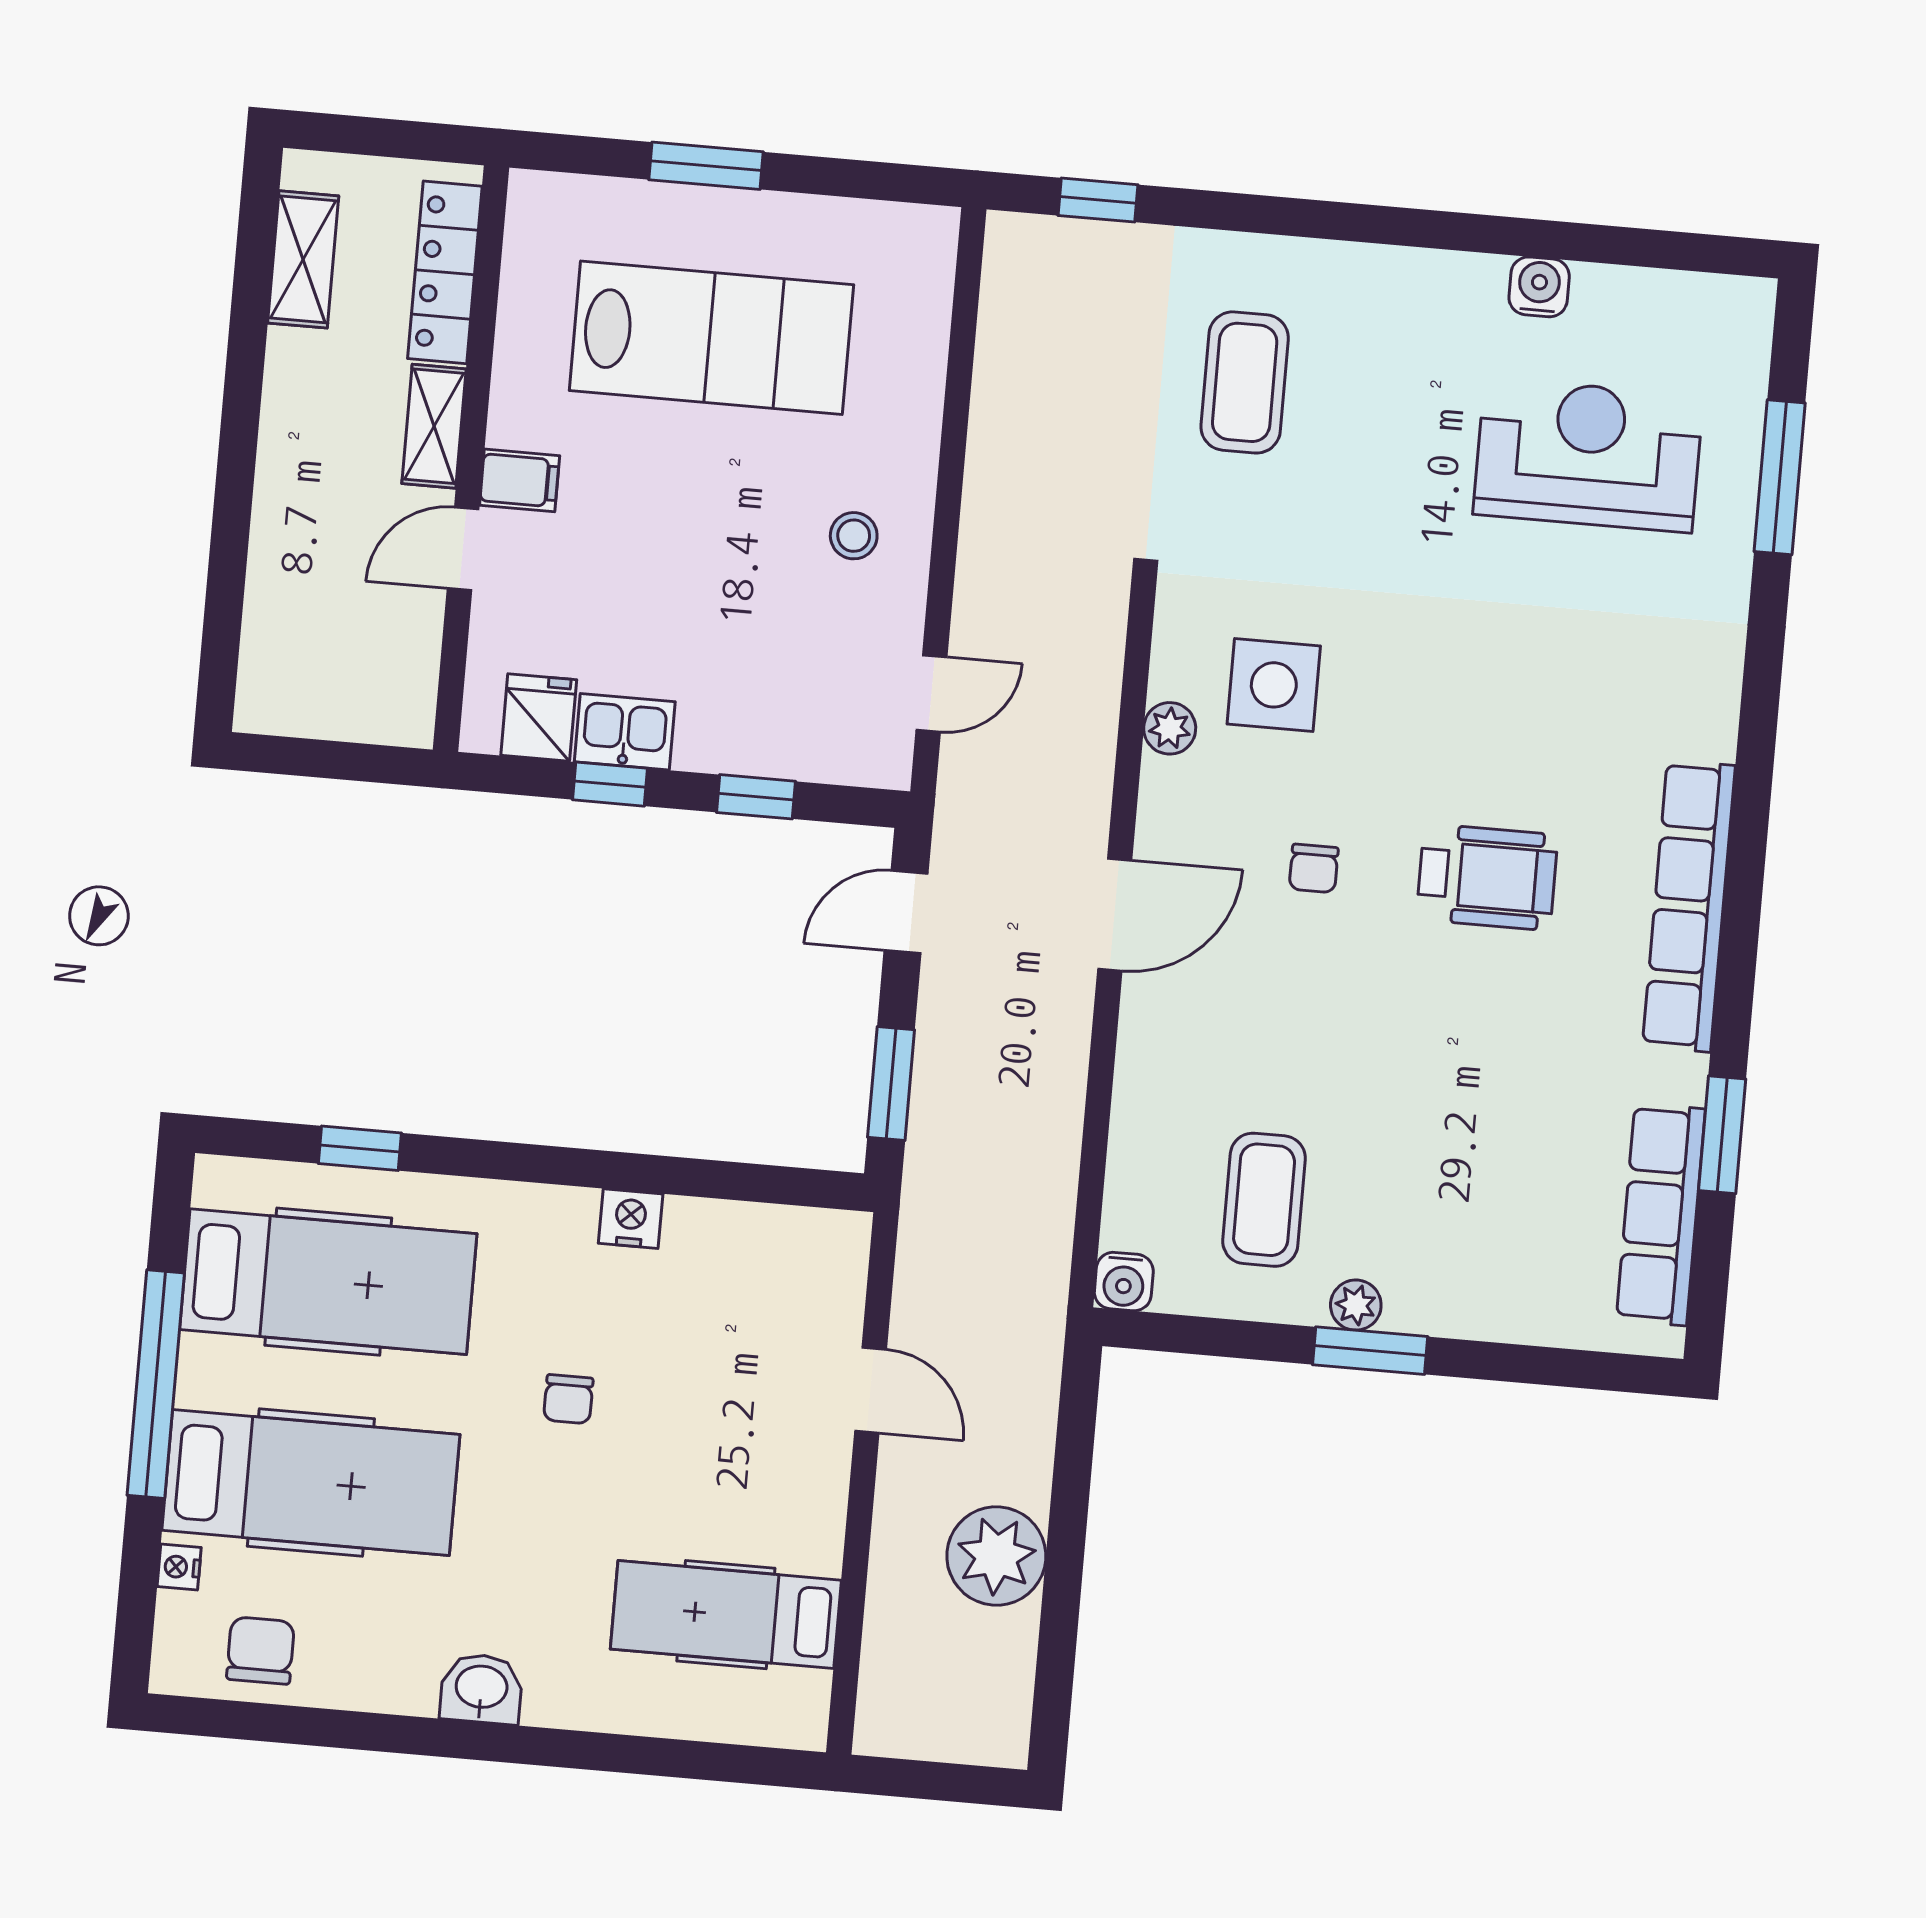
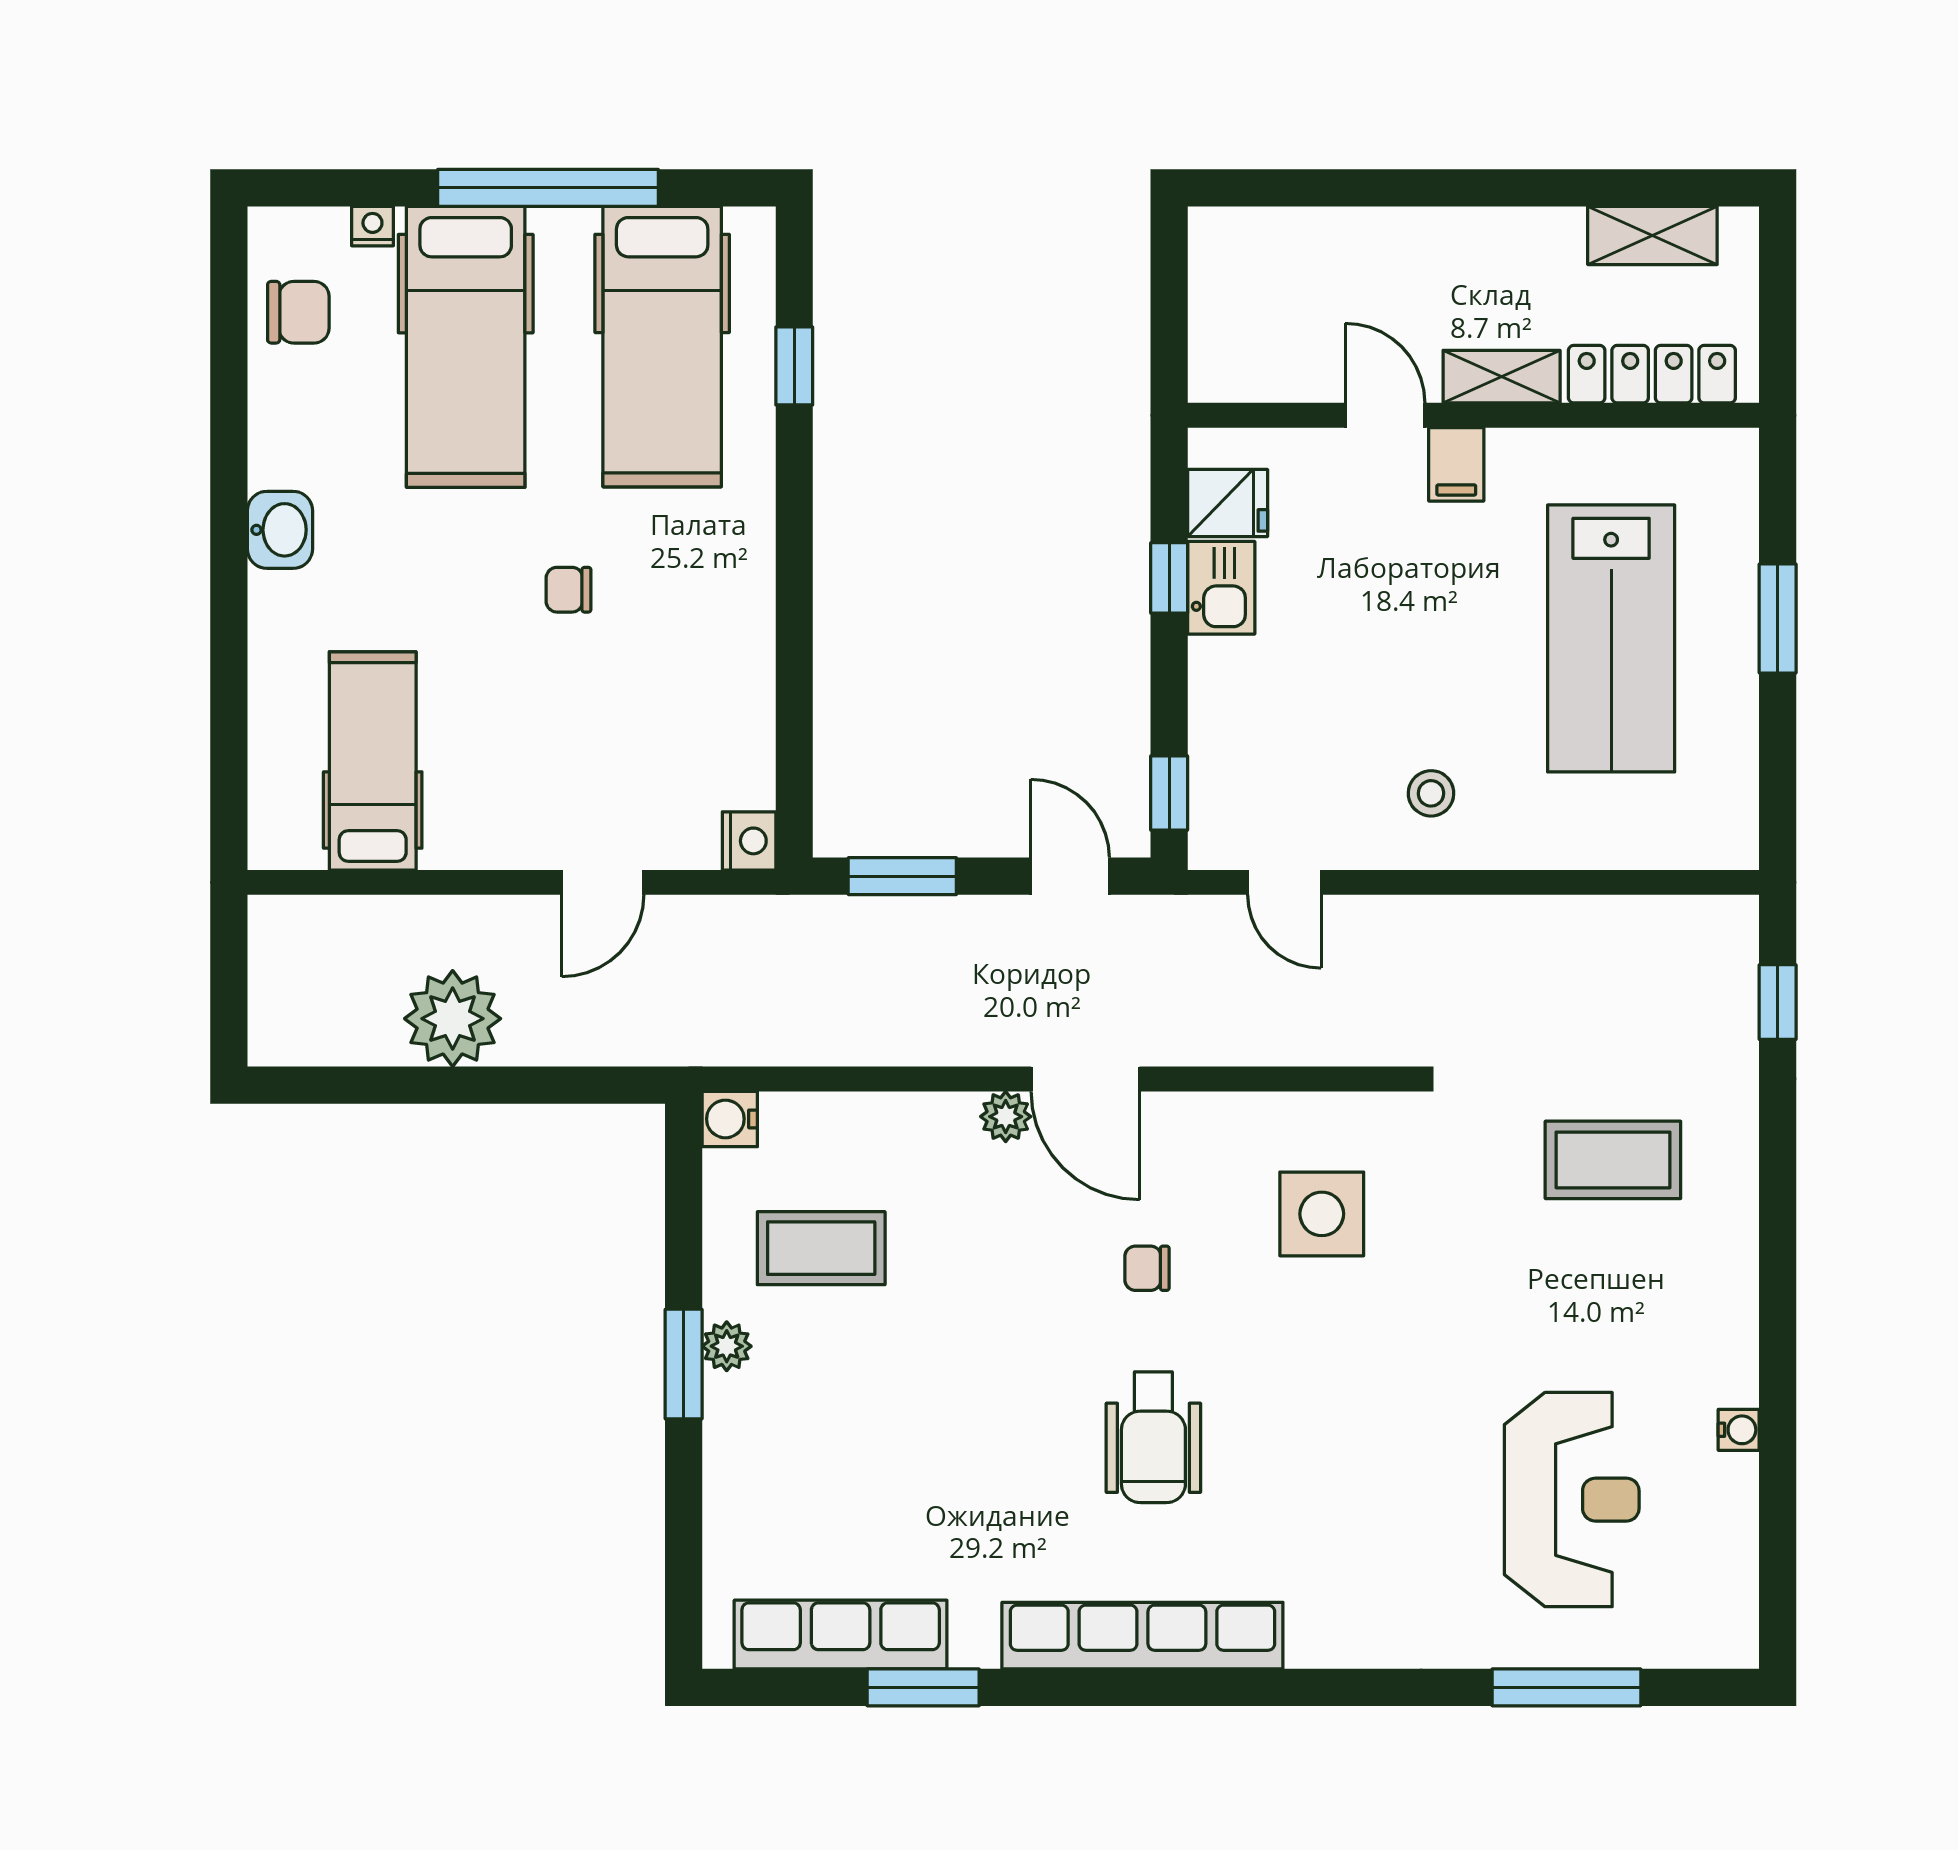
water cooler: (1539, 287) -> (1739, 1430), width x0.72, depth x0.72
plant: (1170, 728) -> (1006, 1117), moved
window: (756, 797) -> (1169, 793), moved
nightstand: (631, 1219) -> (749, 841), moved

